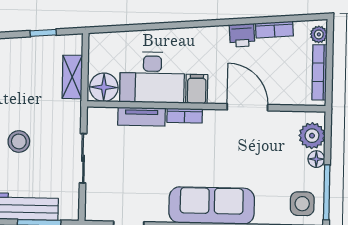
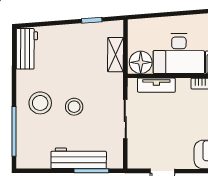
tv unit: (142, 117) -> (156, 85), moved

